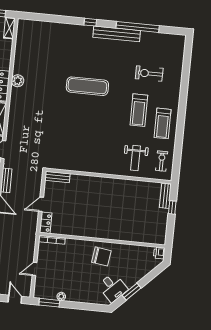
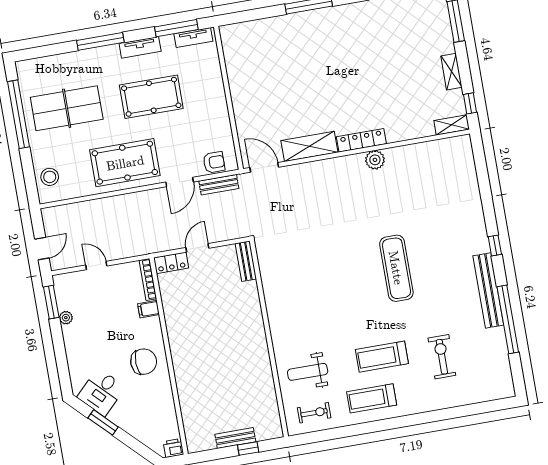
bench: (165, 196) -> (235, 438), moved
door: (41, 204) -> (197, 248), hinge flipped
filing cabinet: (70, 245) -> (148, 309), added
chair: (101, 256) -> (144, 362), turned -100

